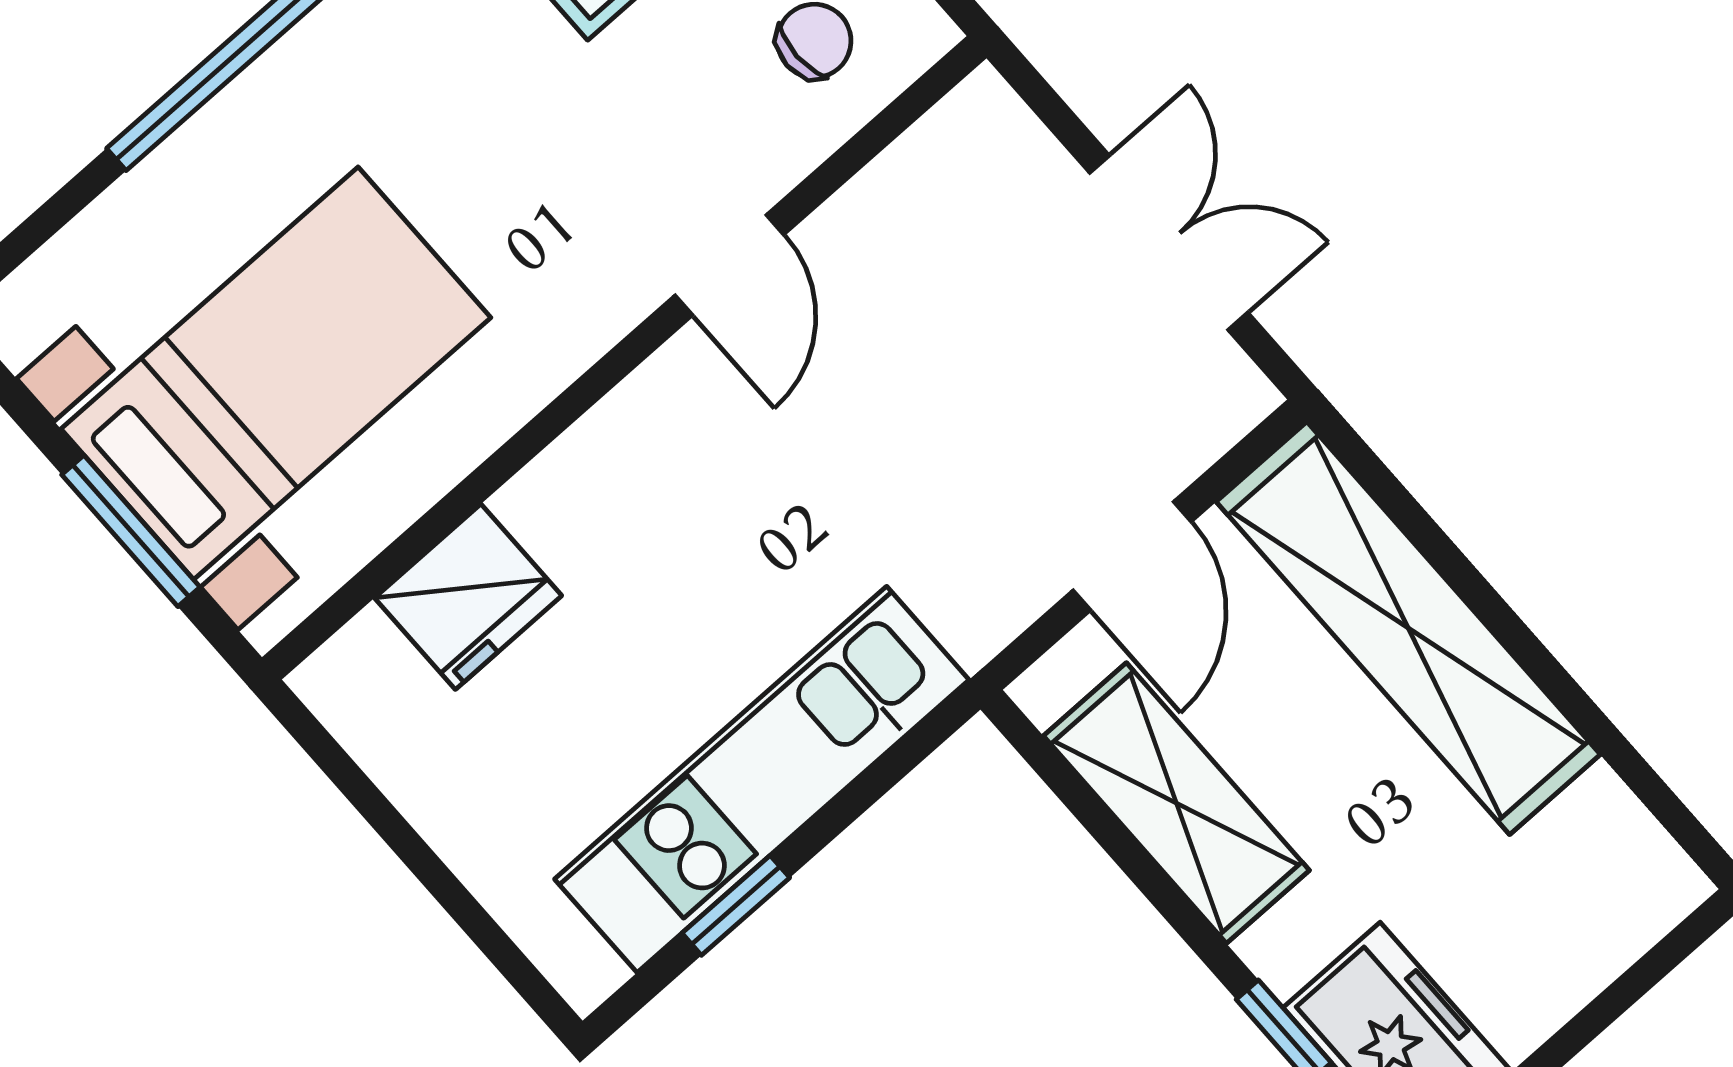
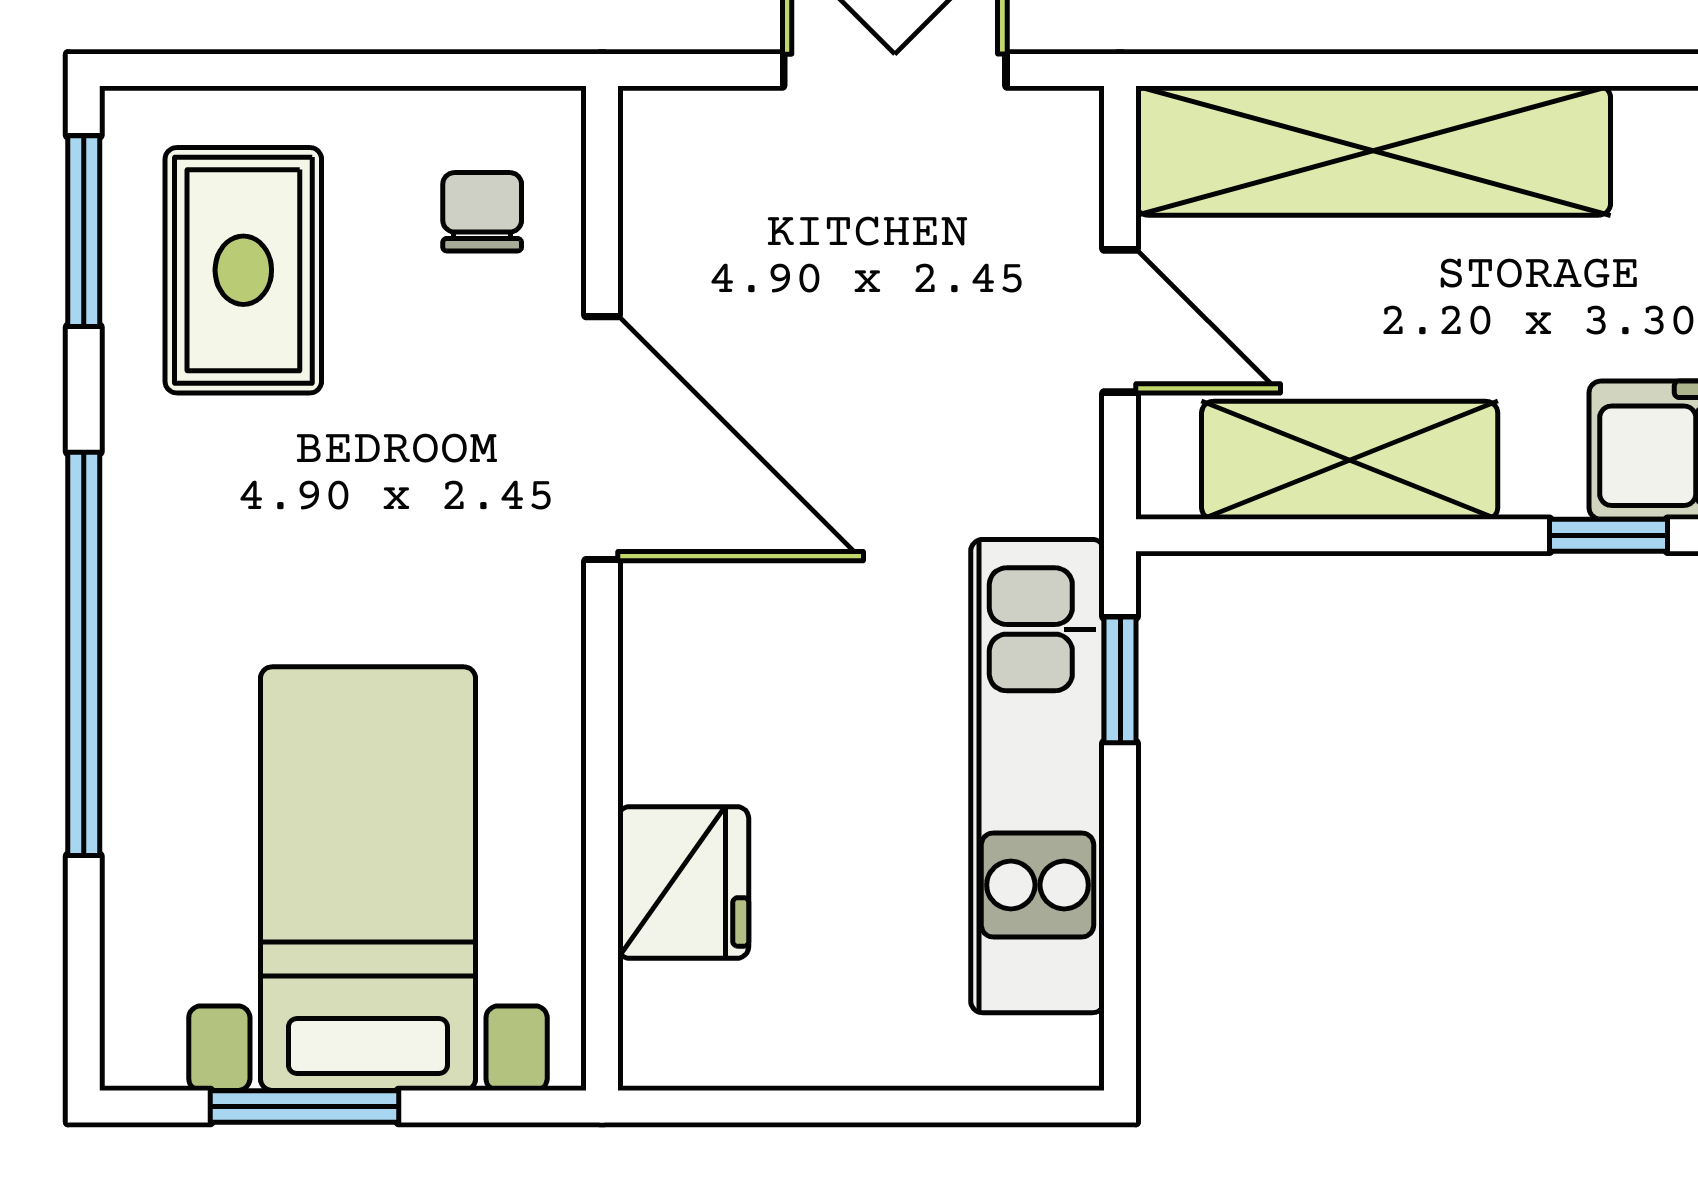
door: (729, 265) -> (602, 438), width x1.88
window: (131, 531) -> (304, 1106), moved
window: (736, 905) -> (1120, 680), moved

